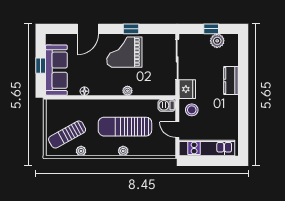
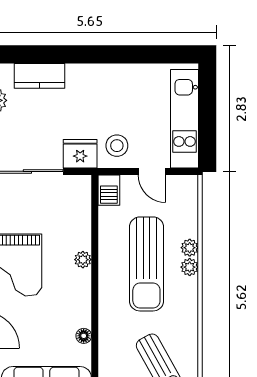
kitchen counter: (231, 81) -> (39, 76), moved
door: (177, 130) -> (152, 171), hinge flipped
plant: (81, 151) -> (190, 248), moved

